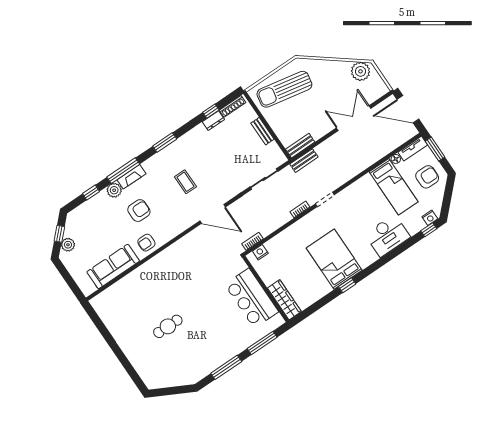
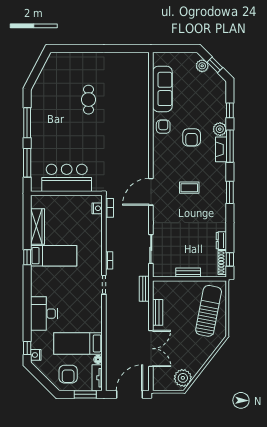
window: (211, 111) -> (230, 259), moved
bench: (300, 146) -> (158, 312), moved
bed: (334, 259) -> (54, 256), width x0.67
wardrobe: (284, 300) -> (38, 227), moved, turned -90

